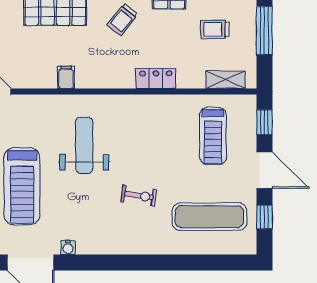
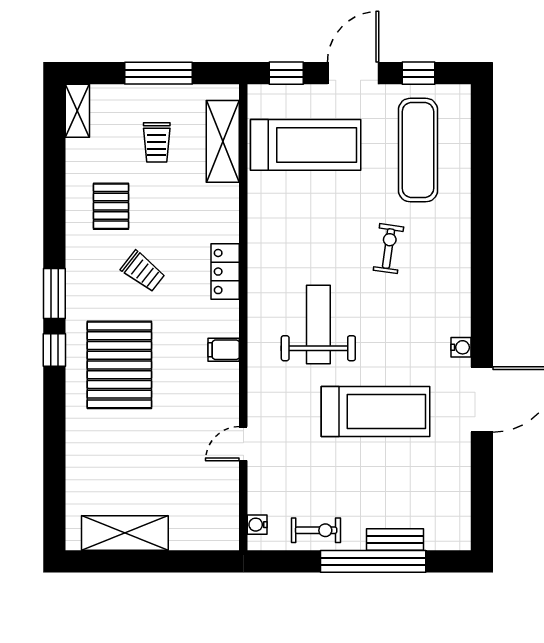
locker: (156, 78) -> (225, 272), moved
shelving: (225, 80) -> (223, 141), width x1.50, depth x1.33
treadmill: (213, 136) -> (306, 145), width x1.37, depth x1.38
weight bench: (84, 145) -> (318, 325), turned 90

